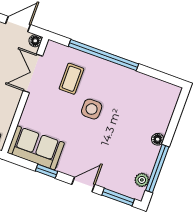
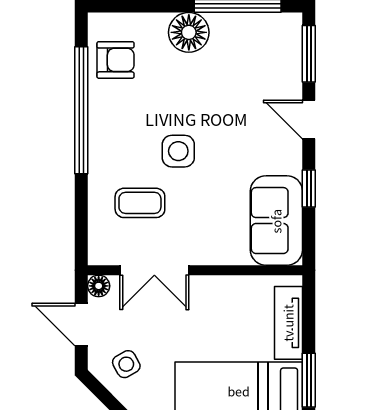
window: (104, 55) -> (81, 110), moved
armchair: (152, 93) -> (116, 60), added
floor lamp: (158, 139) -> (189, 32), width x1.89, depth x1.89
plant: (142, 180) -> (266, 25), removed

